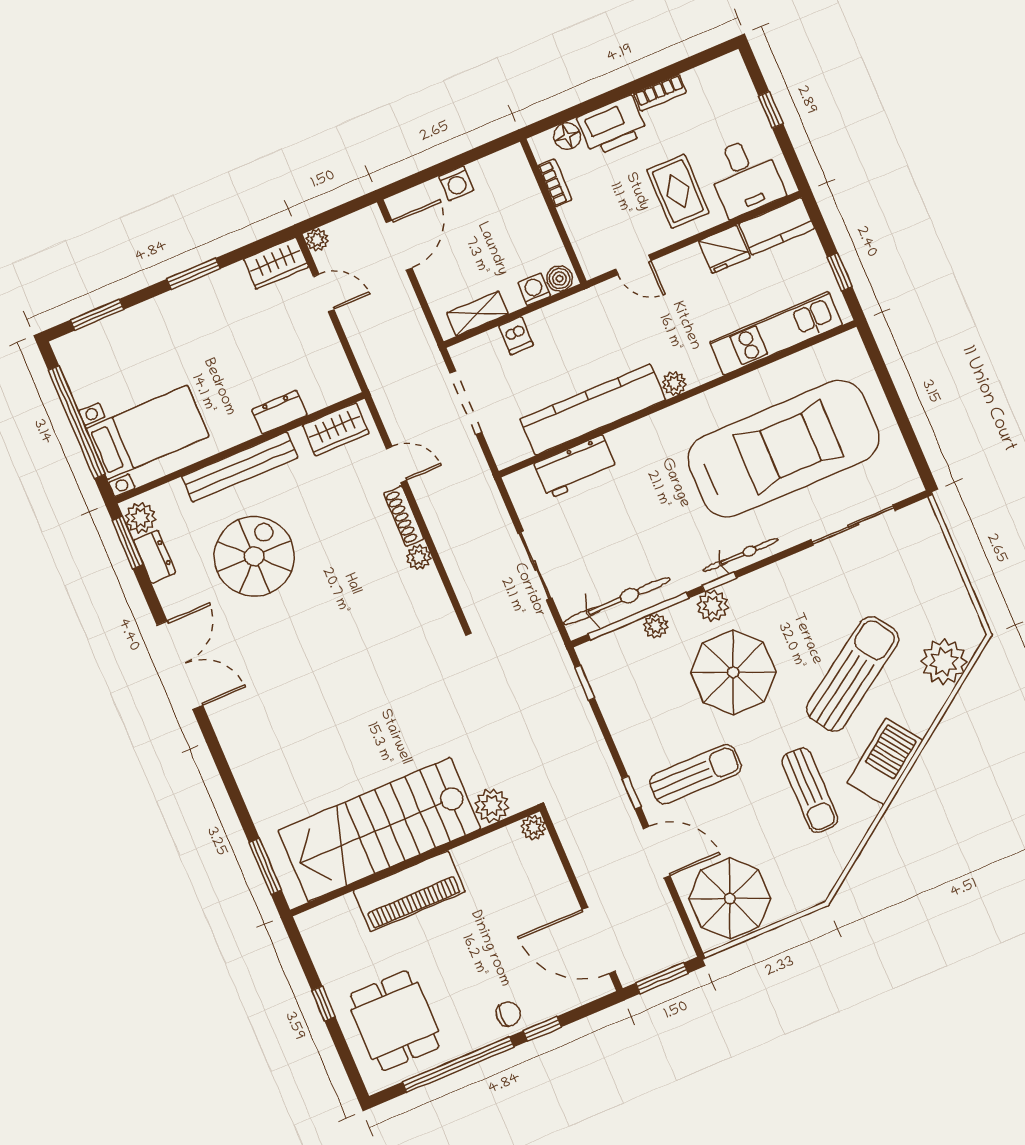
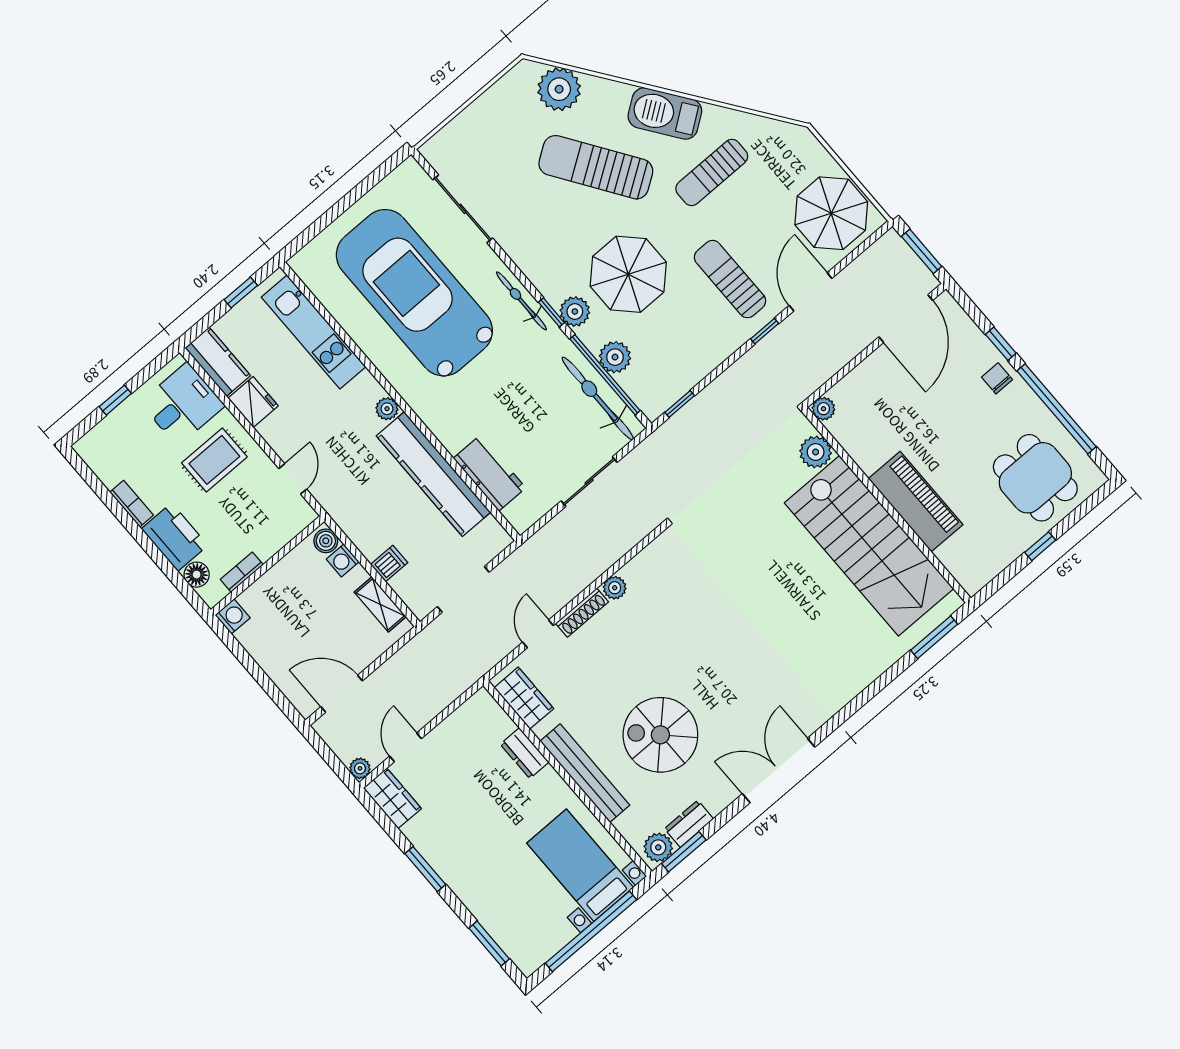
washing machine: (456, 183) -> (233, 616), moved
plant: (656, 626) -> (615, 357), width x1.38, depth x1.38
sun lounger: (810, 790) -> (712, 172), turned 180
dining table: (395, 1021) -> (1035, 478), turned 90

